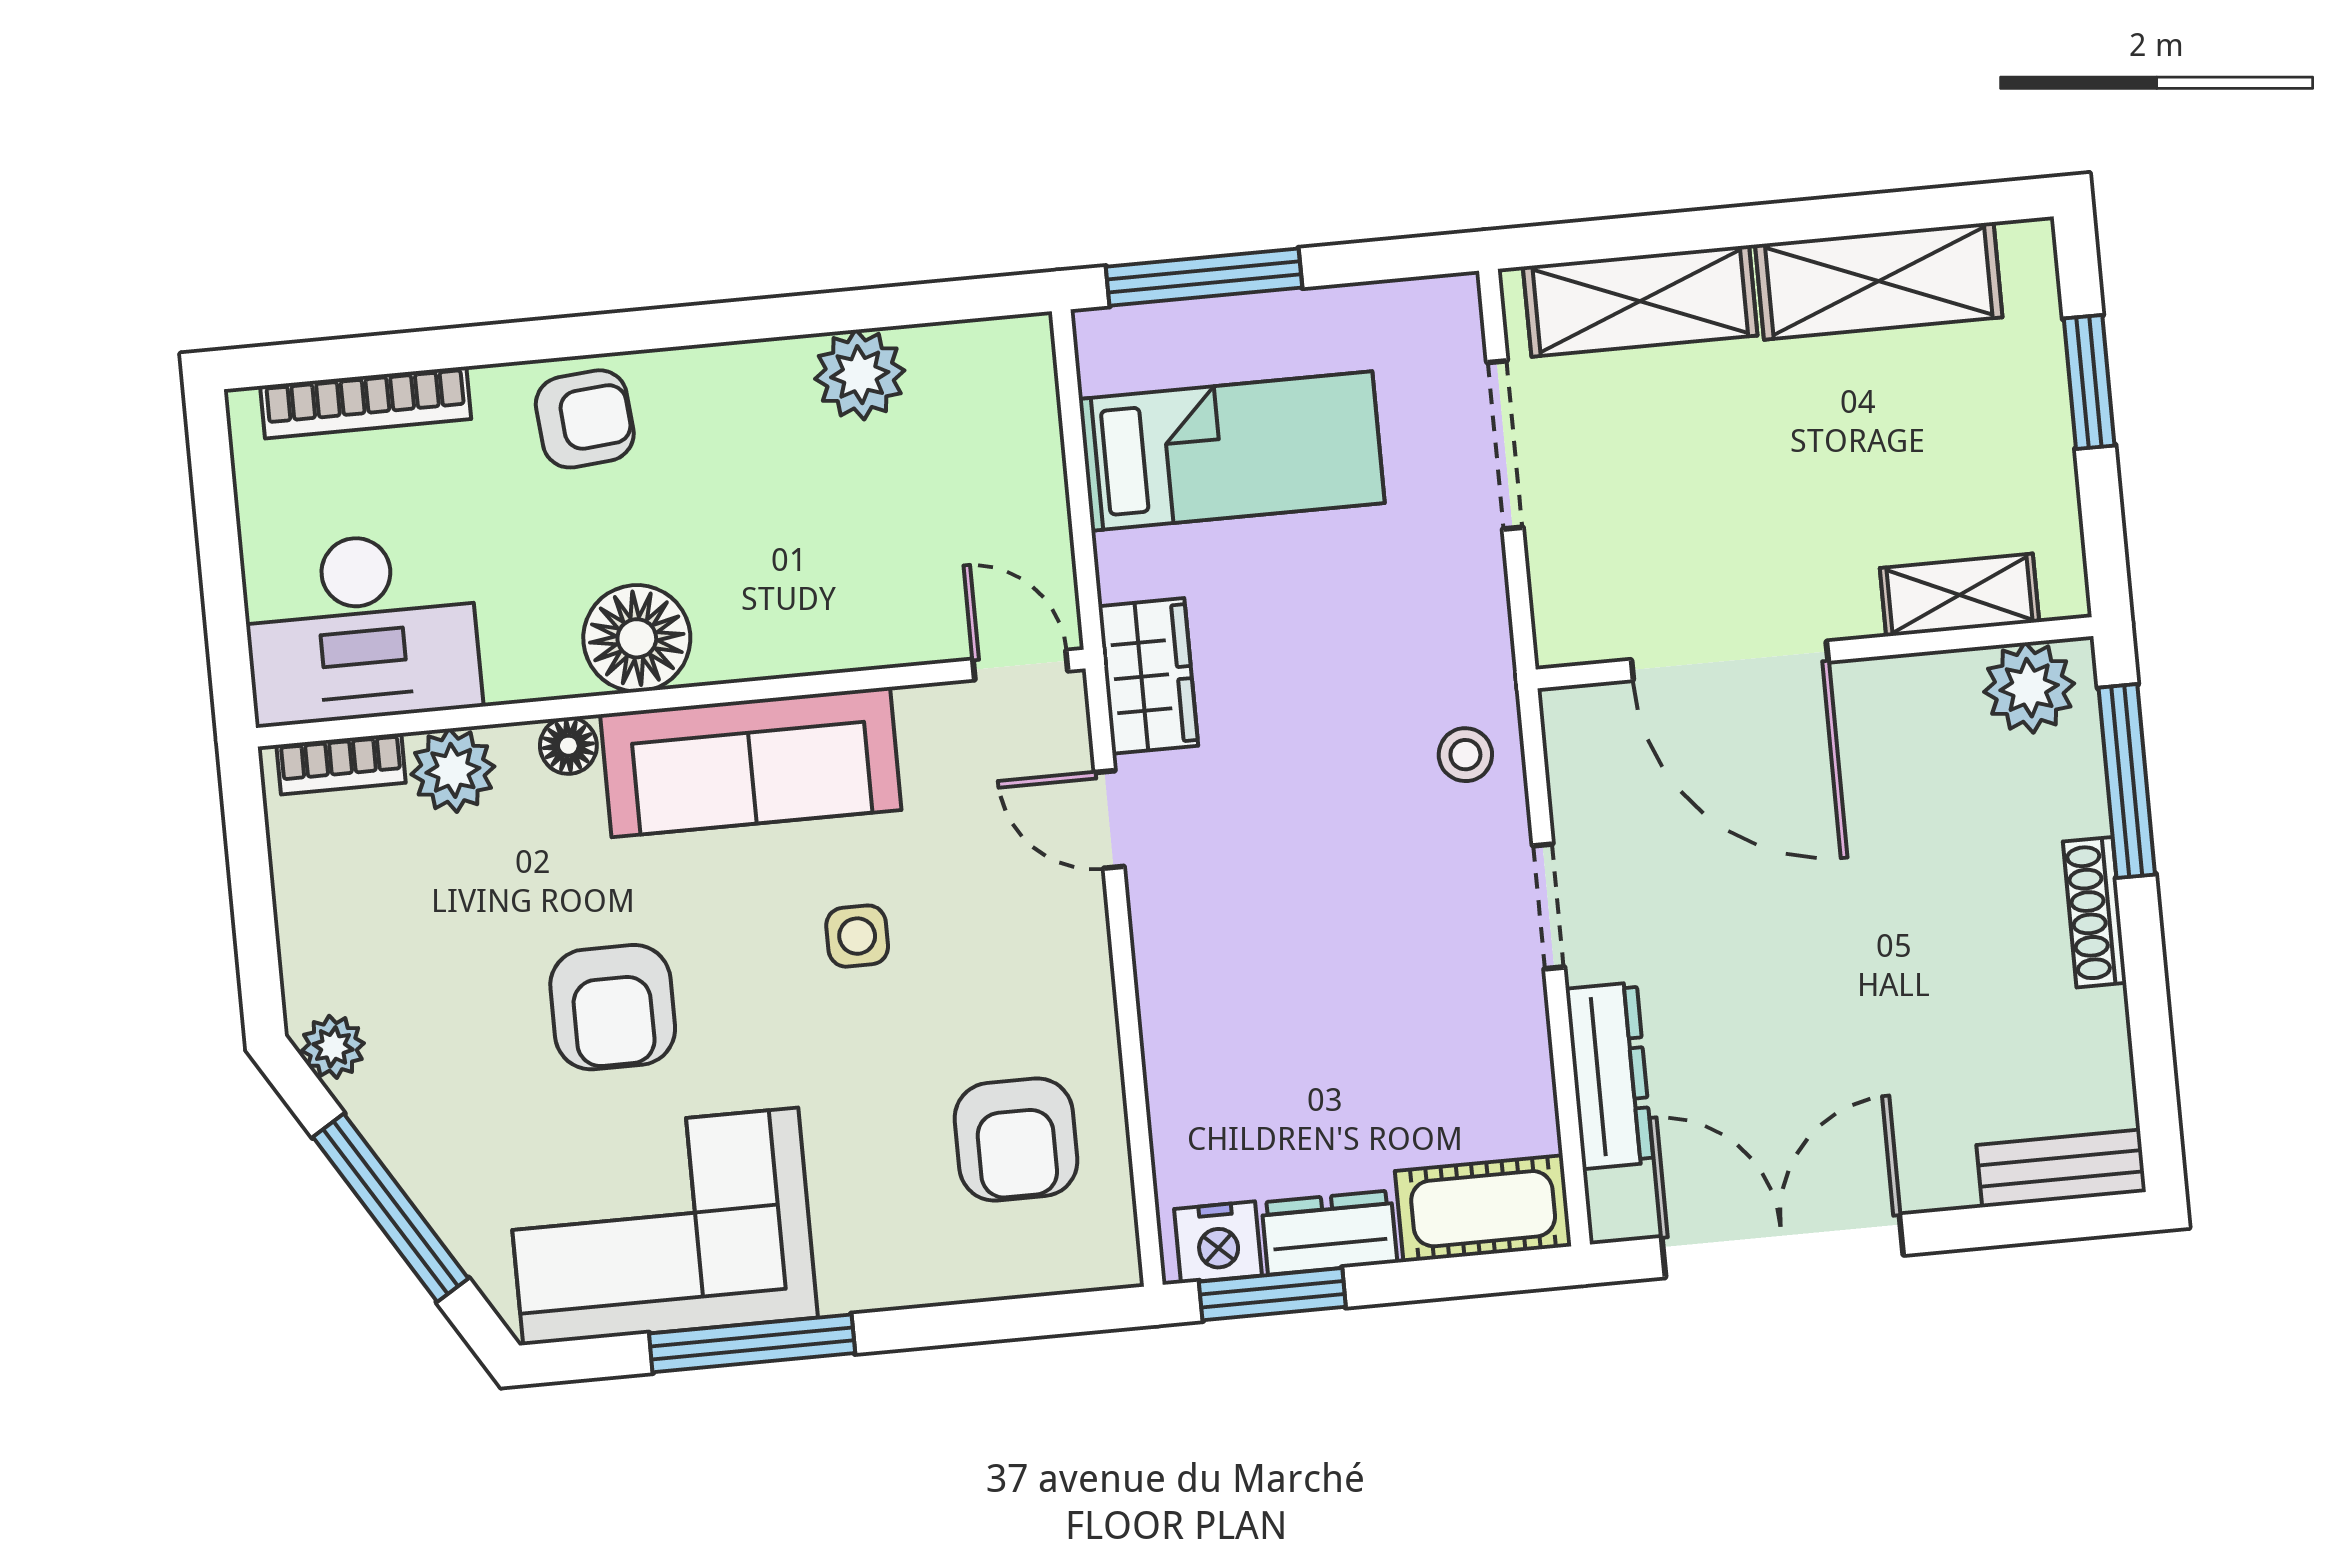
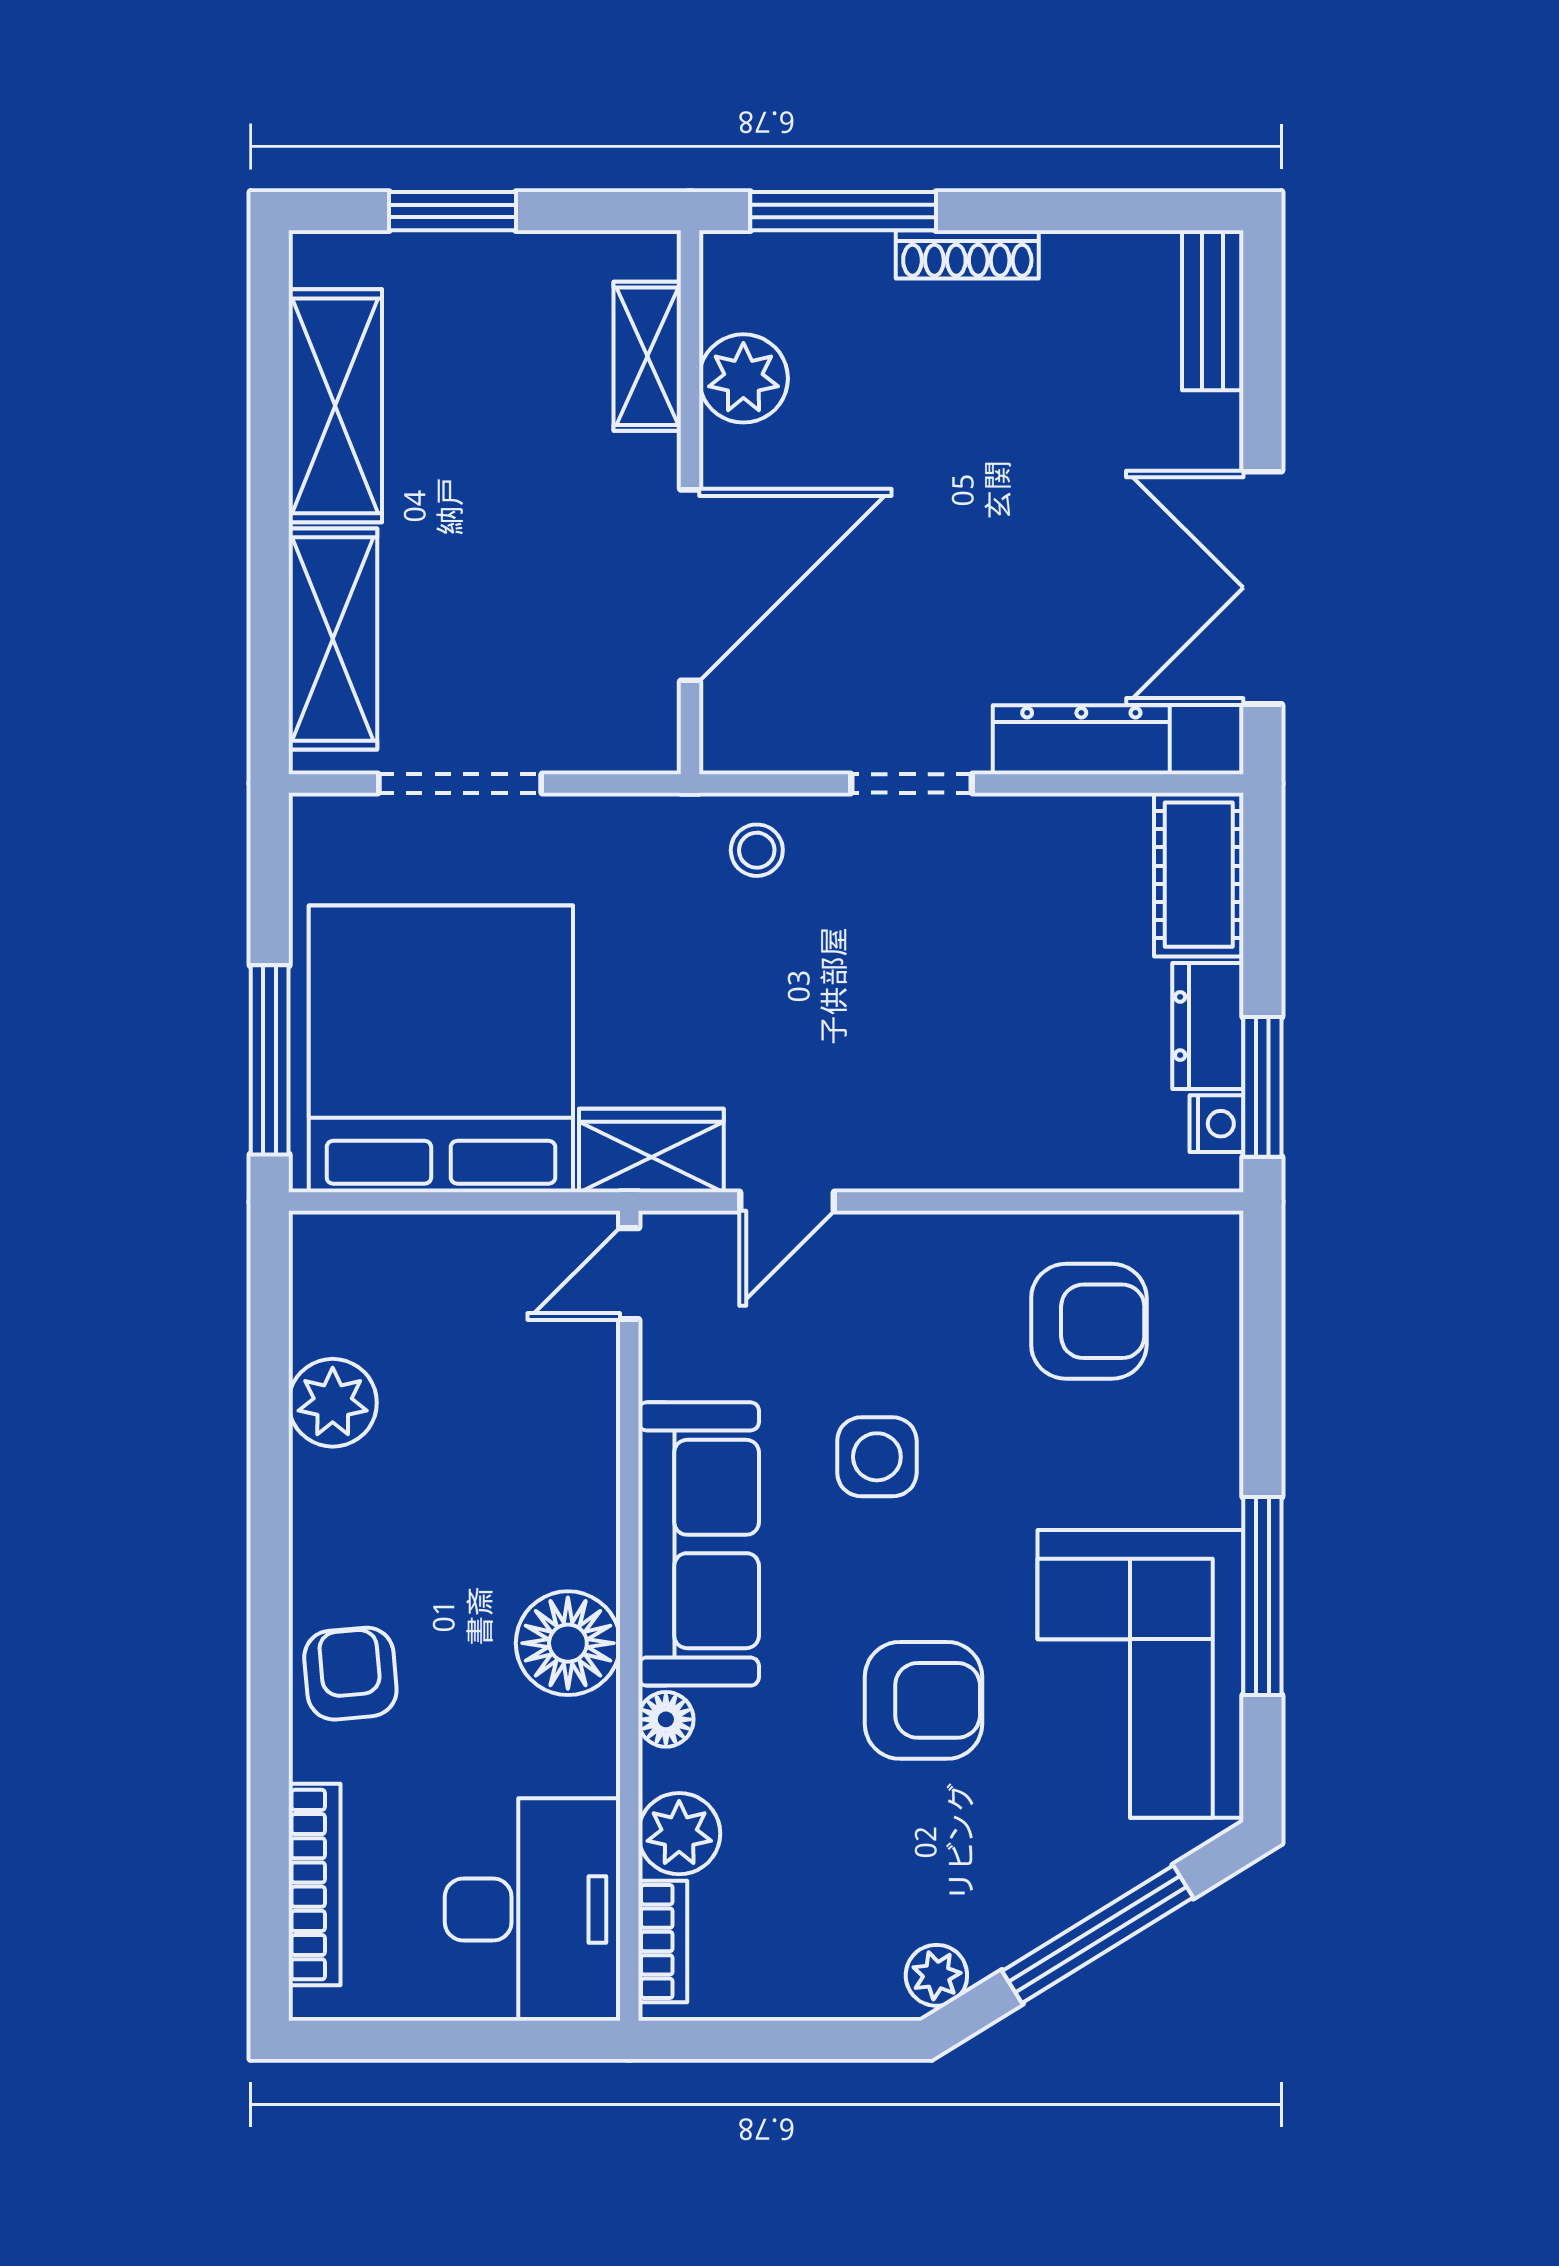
bed: (1232, 451) -> (441, 1049), width x2.04
plant: (2029, 688) -> (743, 378), moved
side table: (857, 936) -> (877, 1457), width x1.37, depth x1.37
nightstand: (1218, 1242) -> (1216, 1124), width x0.72, depth x0.74

